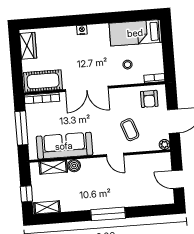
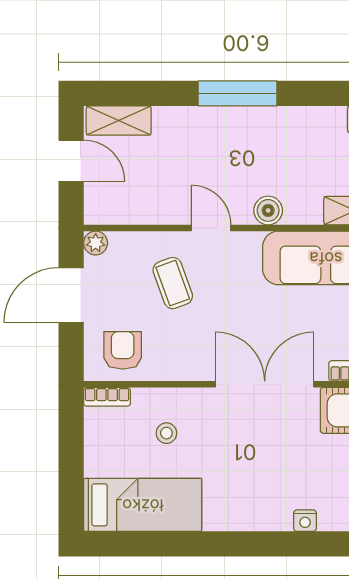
nightstand: (82, 30) -> (305, 521), moved
boiler: (74, 166) -> (268, 210), moved
shelving: (159, 198) -> (119, 121), added

